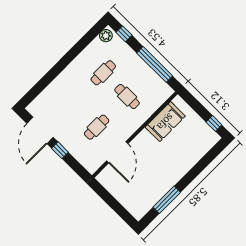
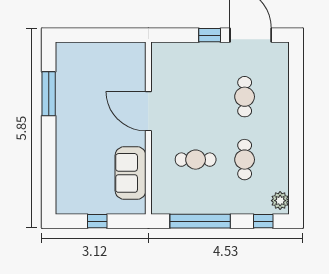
window: (214, 123) -> (97, 221), moved
cafe table: (97, 127) -> (245, 97), moved
door: (117, 152) -> (148, 111), moved

